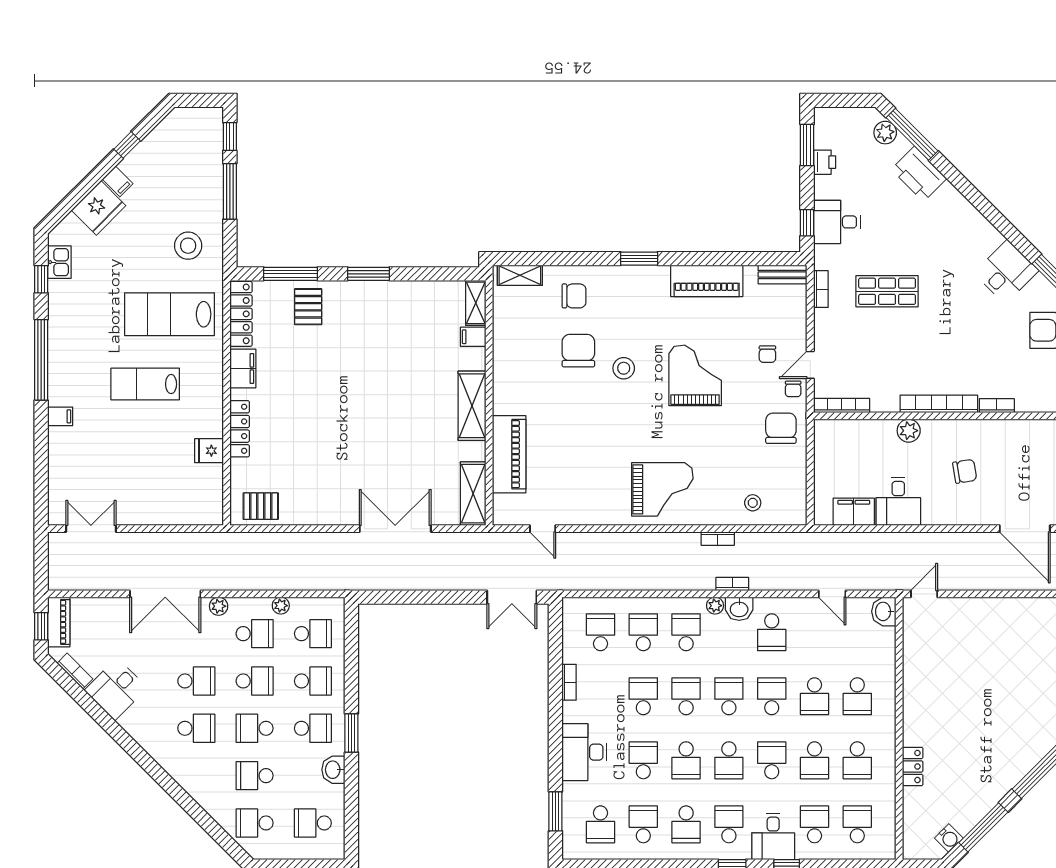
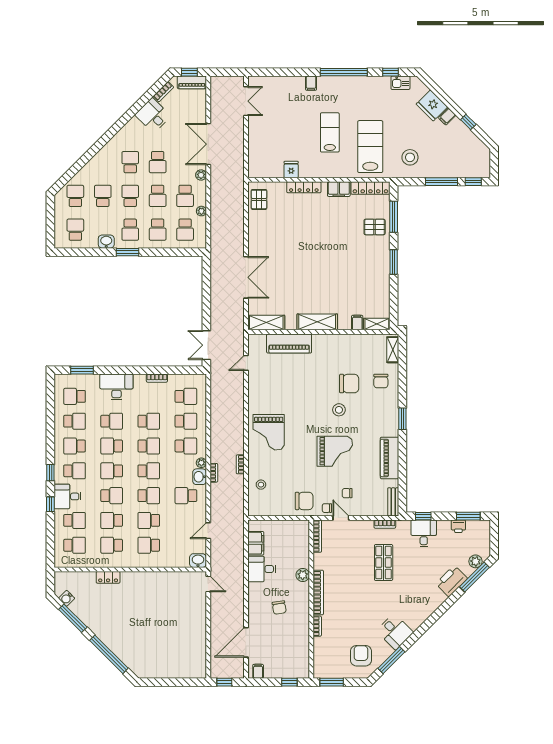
school desk: (196, 728) -> (130, 162), turned 180

